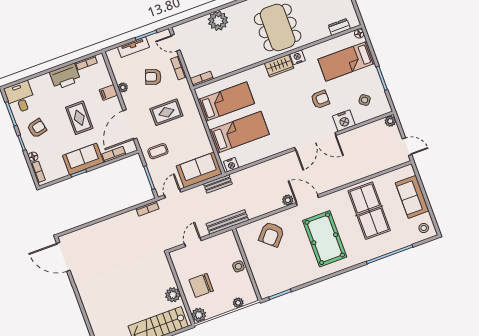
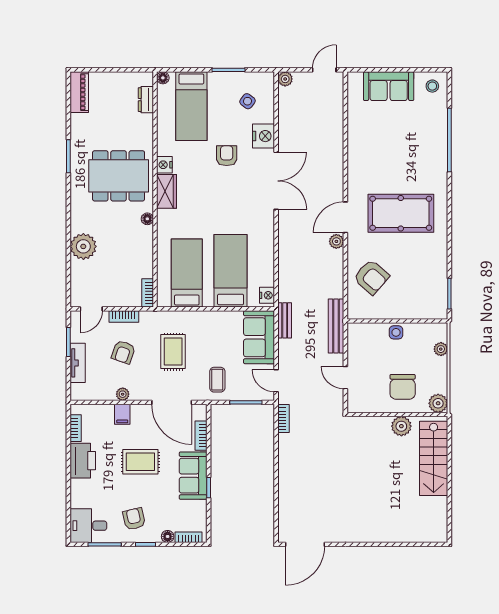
floor lamp: (254, 59) -> (147, 219), added
table tennis table: (369, 211) -> (386, 146), removed

